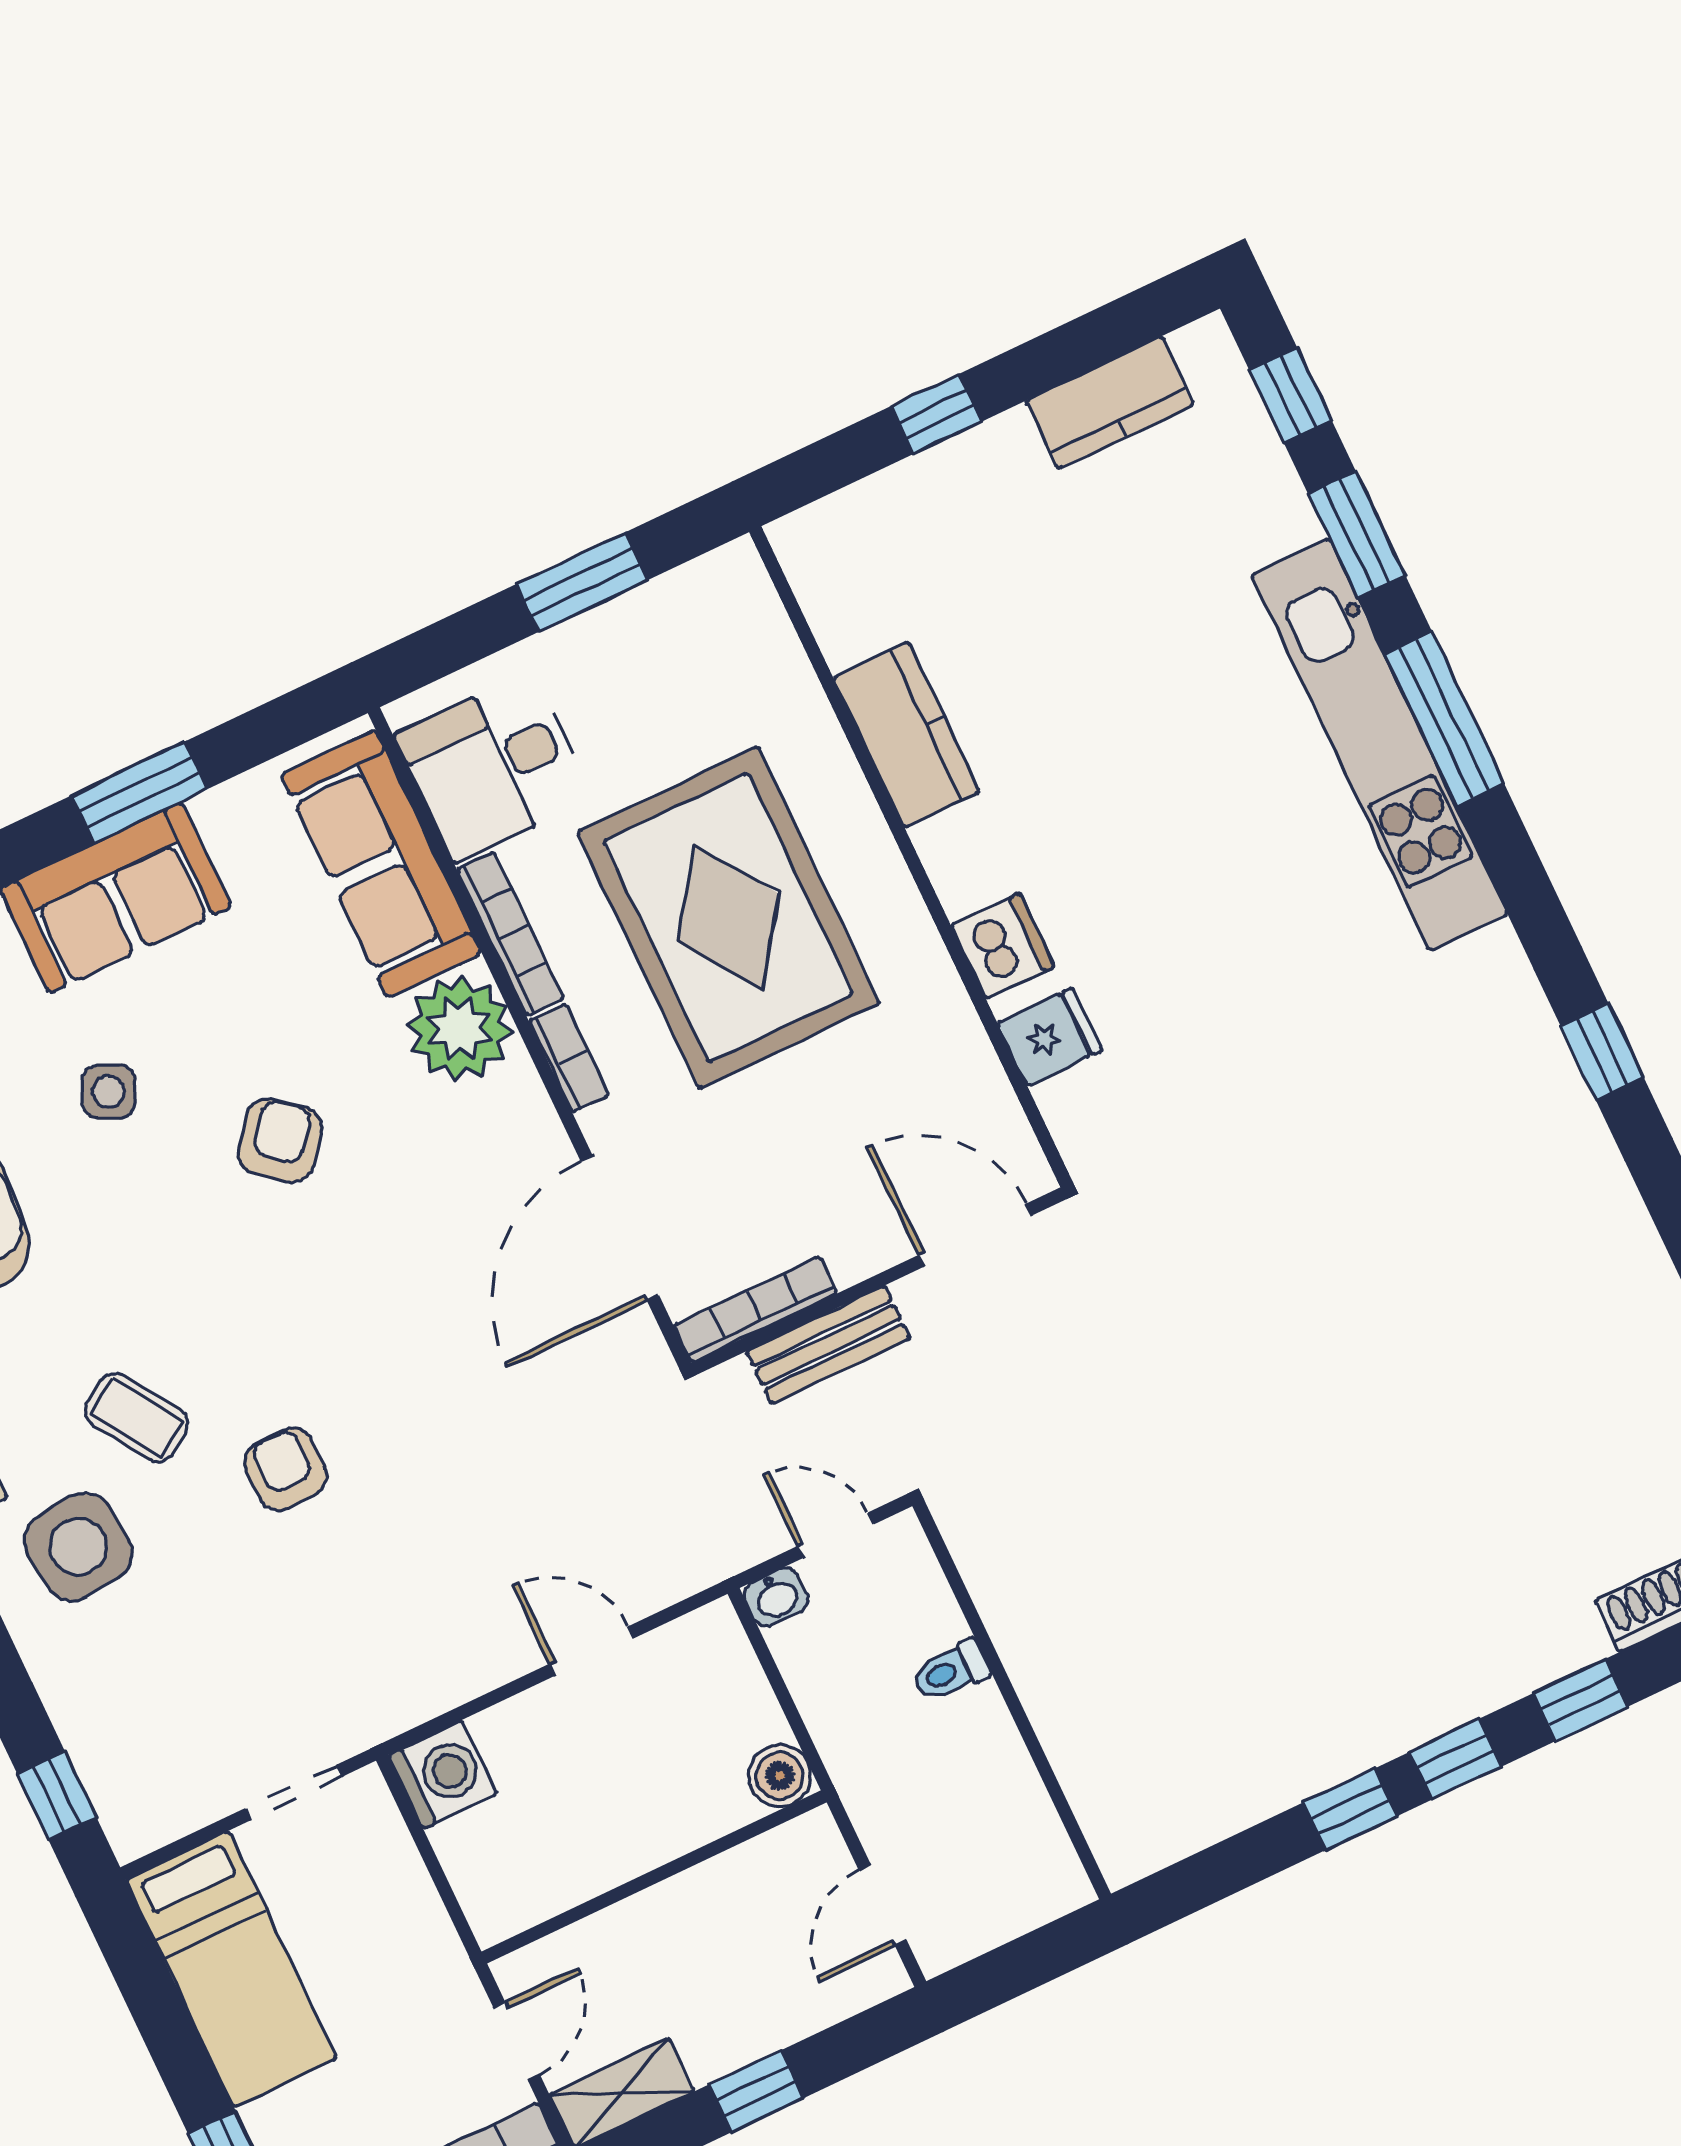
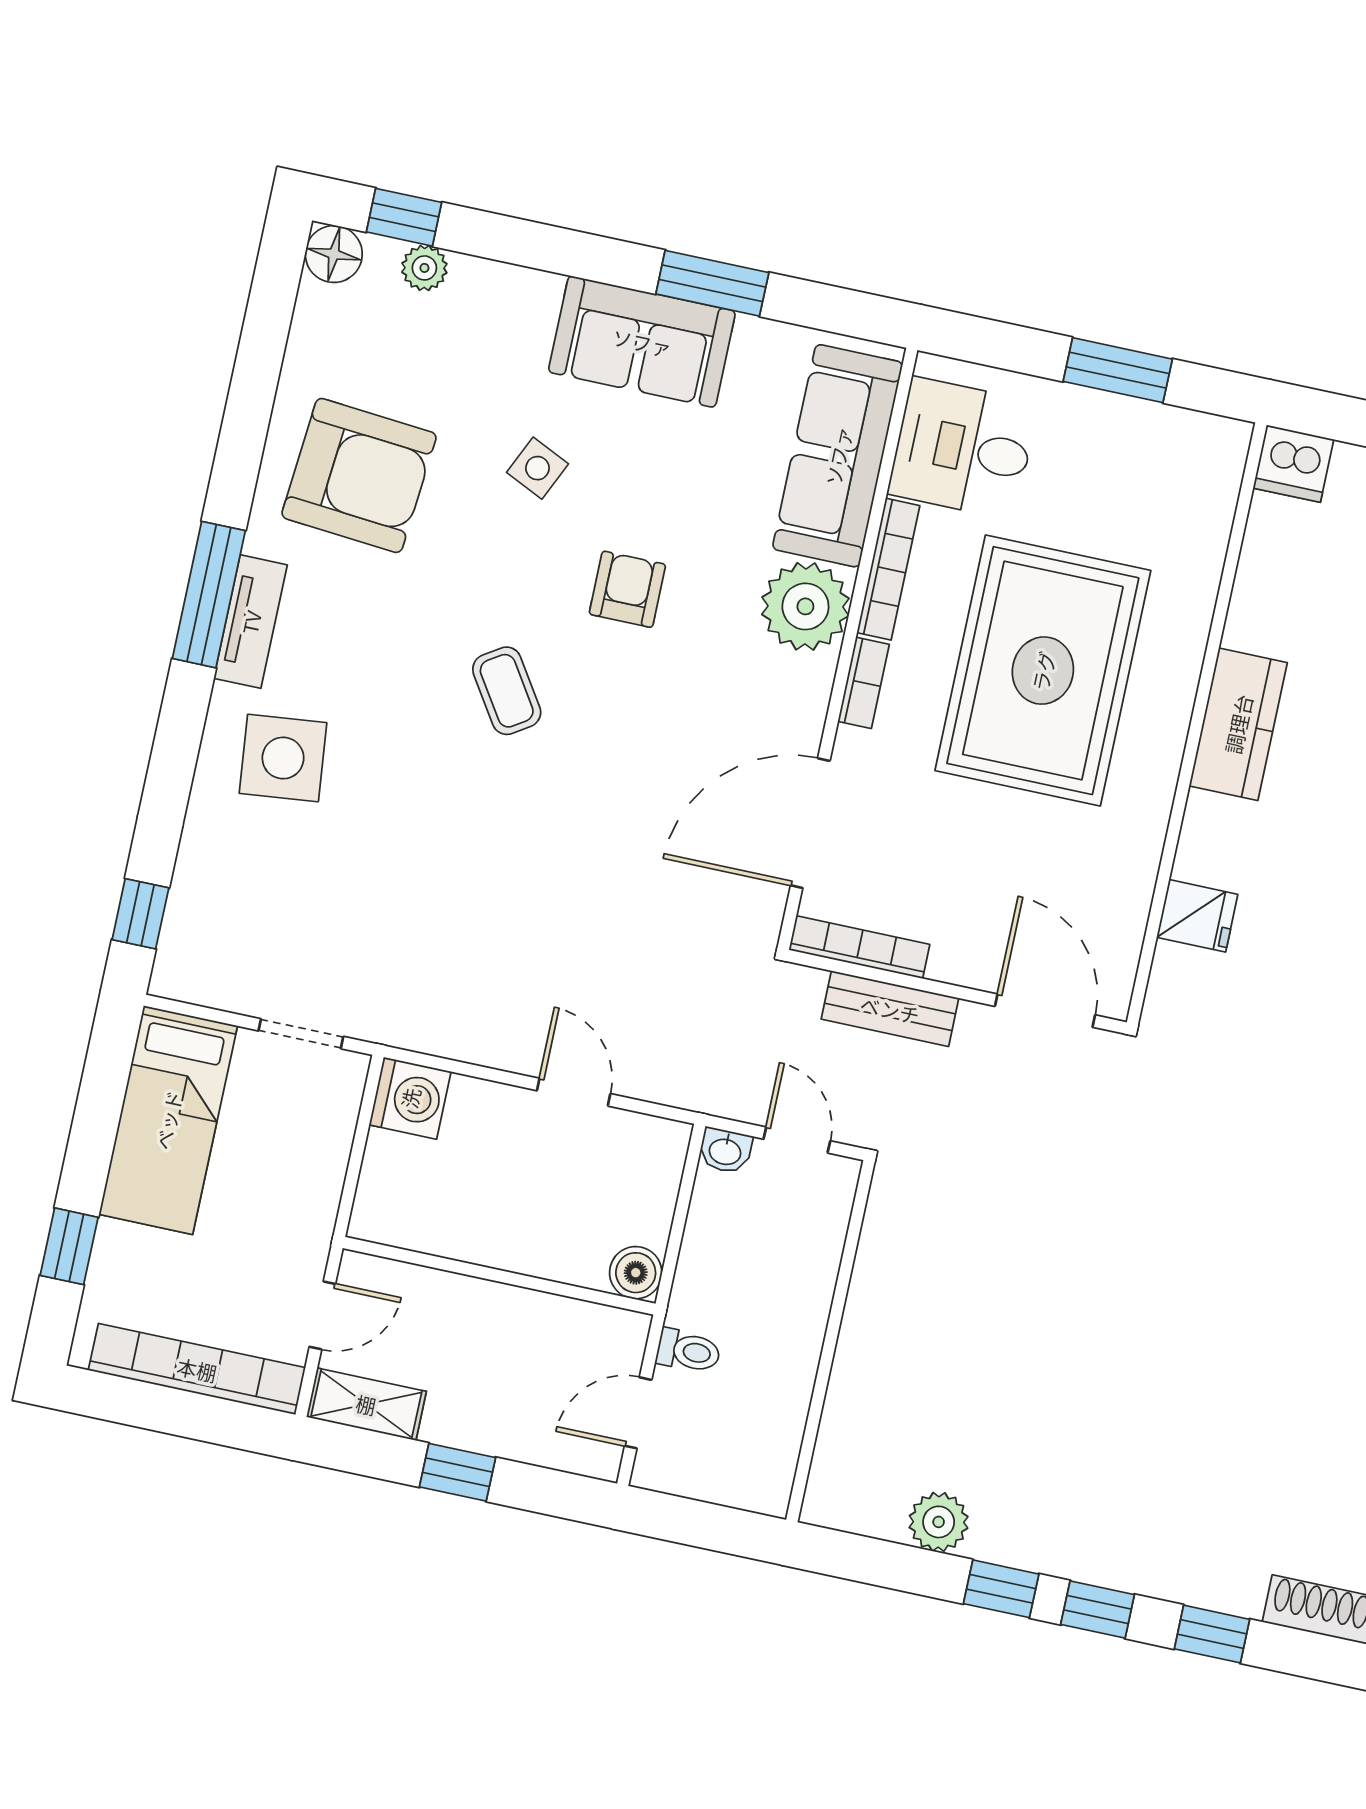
kitchen counter: (906, 735) -> (1238, 724), moved
dishwasher: (1003, 946) -> (1293, 464), moved, turned 90
armchair: (280, 1141) -> (627, 589), turned -39
coffee table: (136, 1418) -> (507, 691), moved
armchair: (285, 1469) -> (462, 812), removed
toilet: (951, 1671) -> (688, 1351), moved, turned 180
plant: (1243, 1792) -> (939, 1522), added

